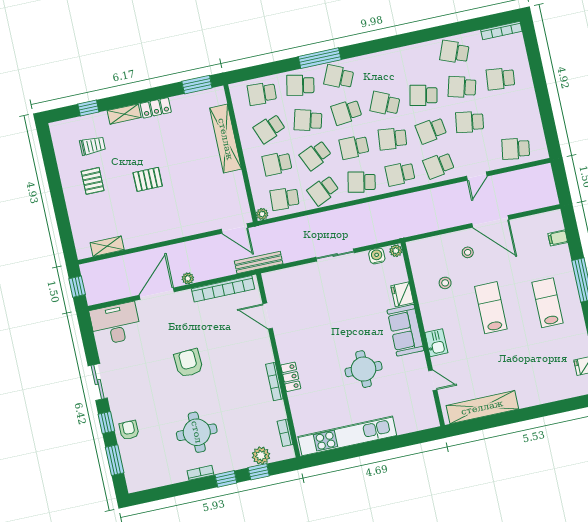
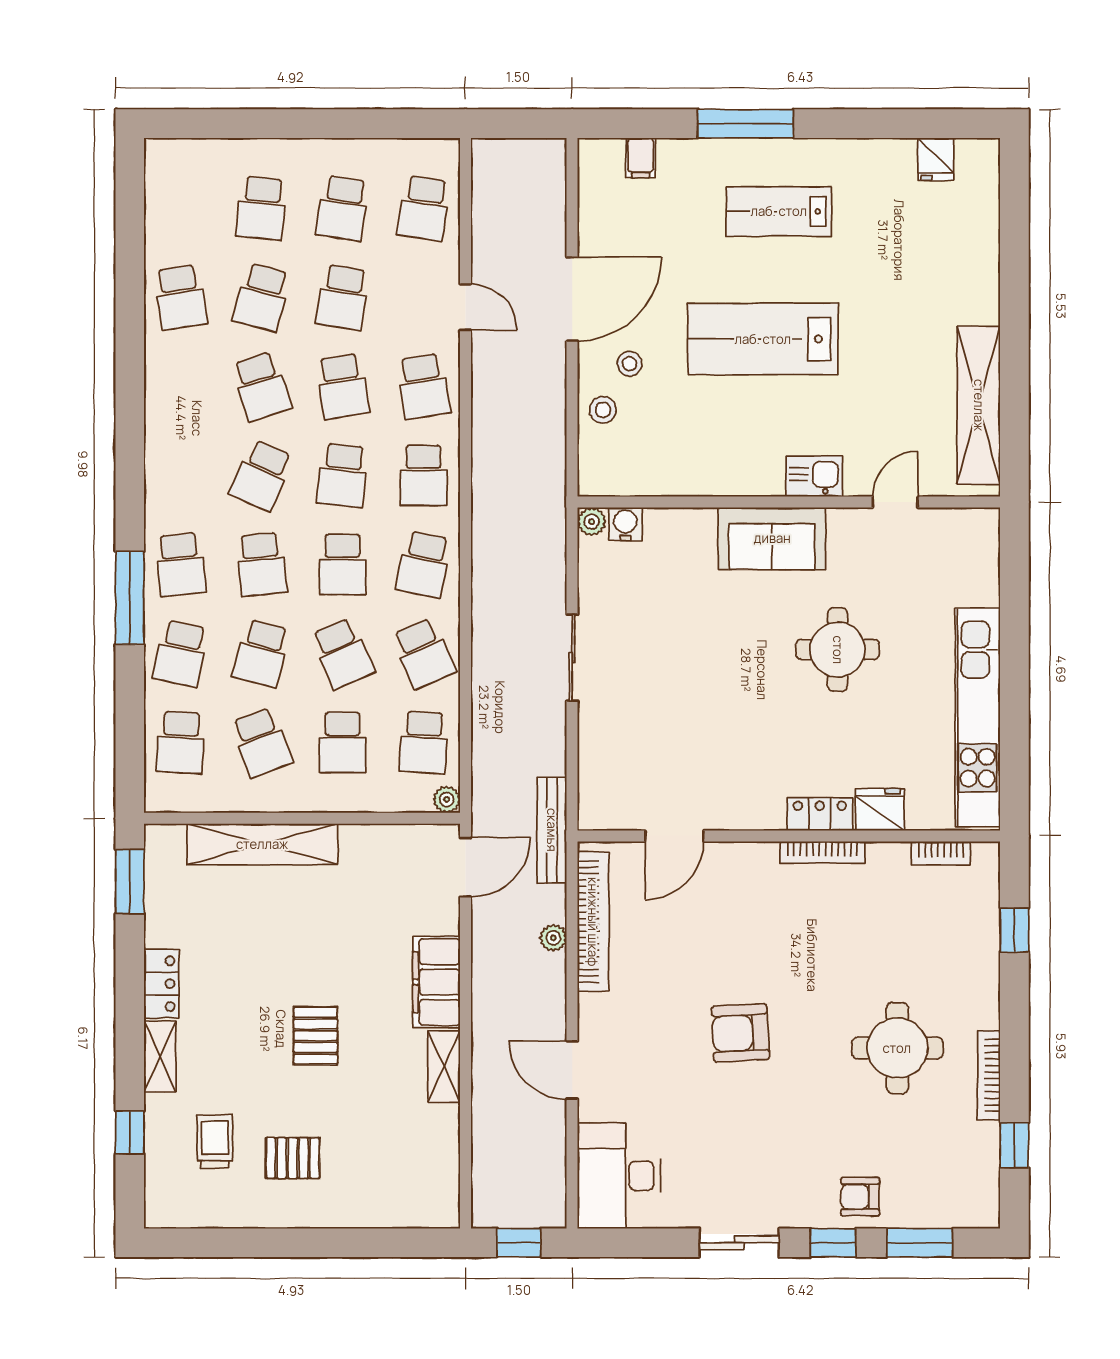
bookcase: (501, 31) -> (156, 183), removed
school desk: (454, 52) -> (181, 297), turned -30
school desk: (339, 77) -> (181, 564), turned -30
school desk: (423, 95) -> (262, 386), turned -30
school desk: (508, 114) -> (343, 208), added
filing cabinet: (182, 227) -> (436, 982), added
shelving: (107, 246) -> (444, 1067), moved
water cooler: (377, 256) -> (625, 524), moved, turned 90
plant: (188, 278) -> (553, 938), moved
stool: (445, 283) -> (603, 410), moved
door: (157, 294) -> (572, 1070), width x0.73
fridge: (402, 294) -> (880, 810), moved, turned 180
lab bench: (491, 308) -> (763, 339), width x1.36, depth x1.39
plant: (261, 456) -> (980, 917), removed
bookcase: (200, 473) -> (989, 1075), width x1.56
window: (226, 479) -> (1014, 1145), moved

